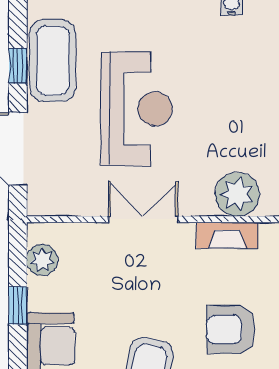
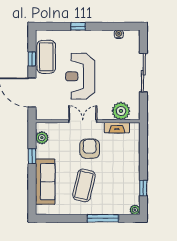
reception desk: (136, 109) -> (80, 76), turned 180
armchair: (231, 329) -> (90, 149), moved, turned 90

